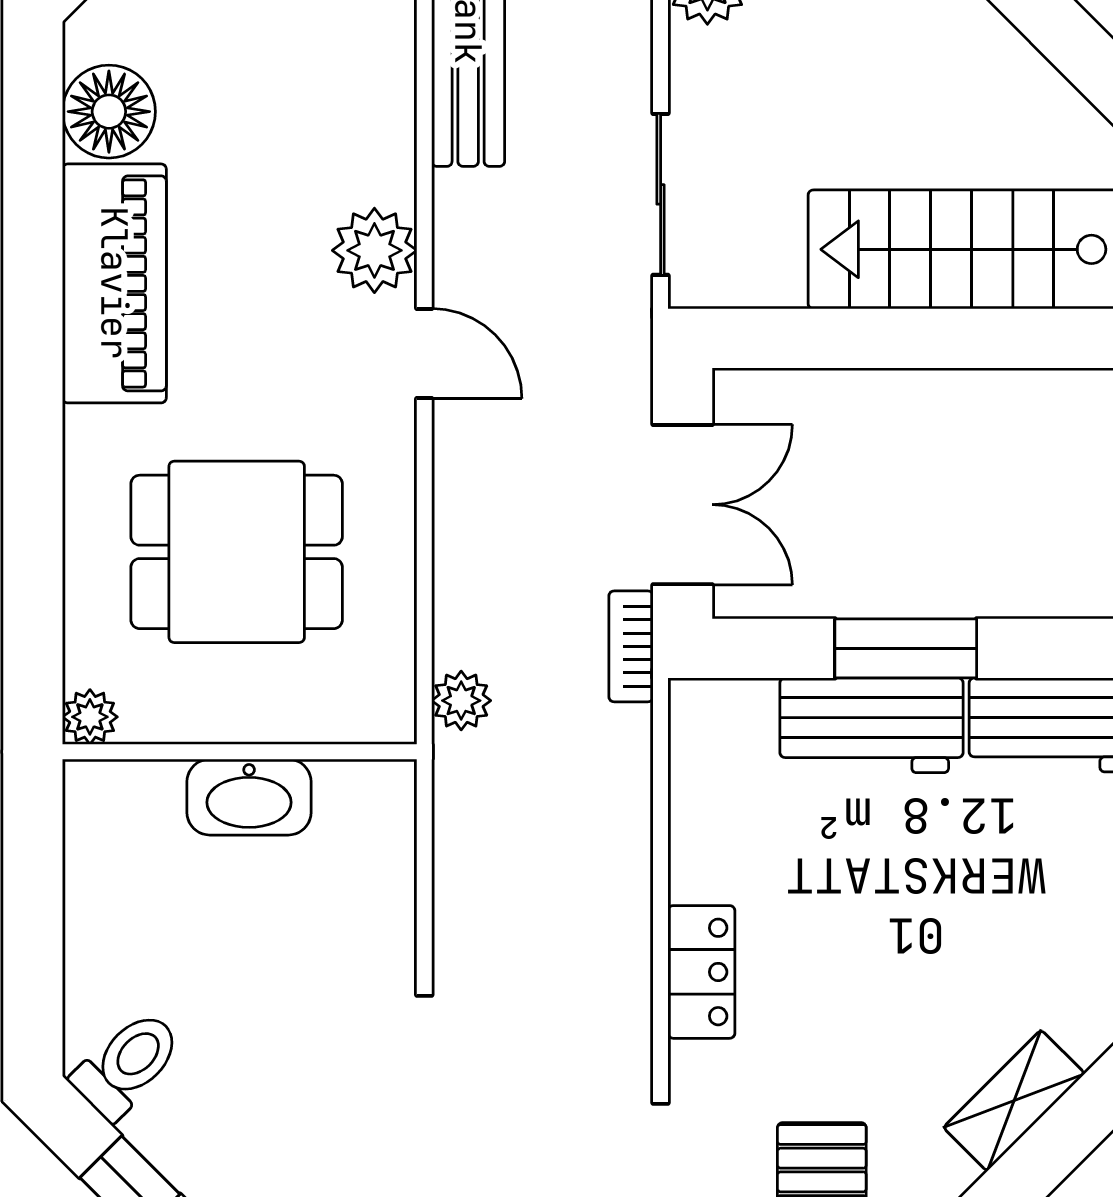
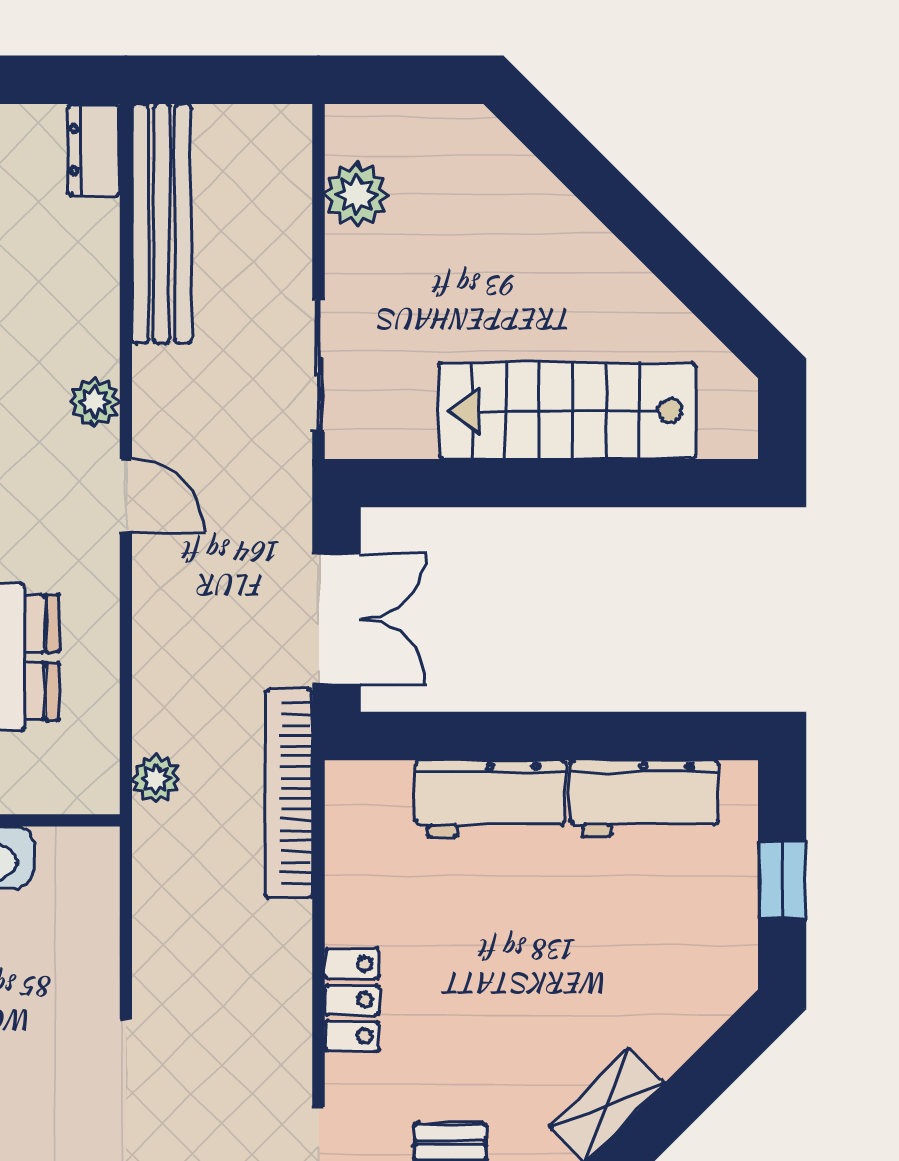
plant: (374, 250) -> (95, 402), width x0.73, depth x0.73
bookcase: (631, 646) -> (289, 794), width x2.31, depth x1.31
window: (906, 648) -> (519, 736), removed

